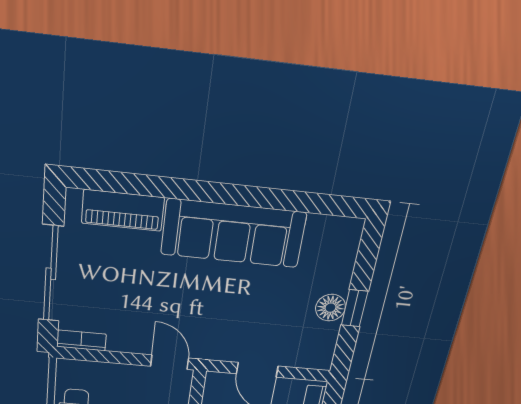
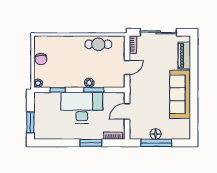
window: (355, 308) -> (156, 143), width x2.17
door: (170, 362) -> (127, 68), moved

